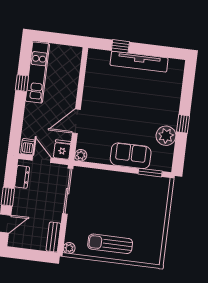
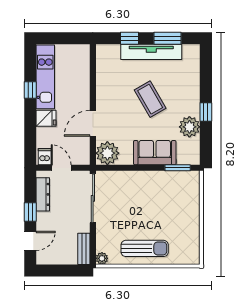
window: (156, 51) -> (168, 38), added
coffee table: (133, 105) -> (150, 99), added
fridge: (62, 150) -> (46, 118), moved, turned 90
plant: (81, 155) -> (107, 153), width x1.88, depth x1.88
dresser: (22, 177) -> (43, 194), width x1.44
sun lounger: (110, 244) -> (145, 248), turned 180

